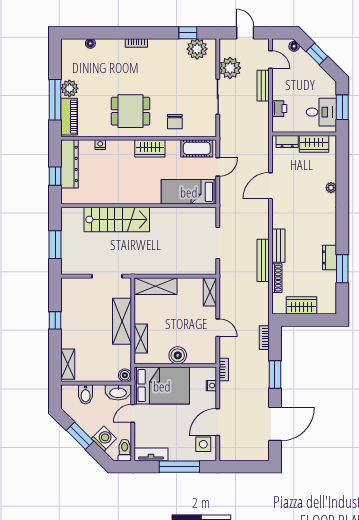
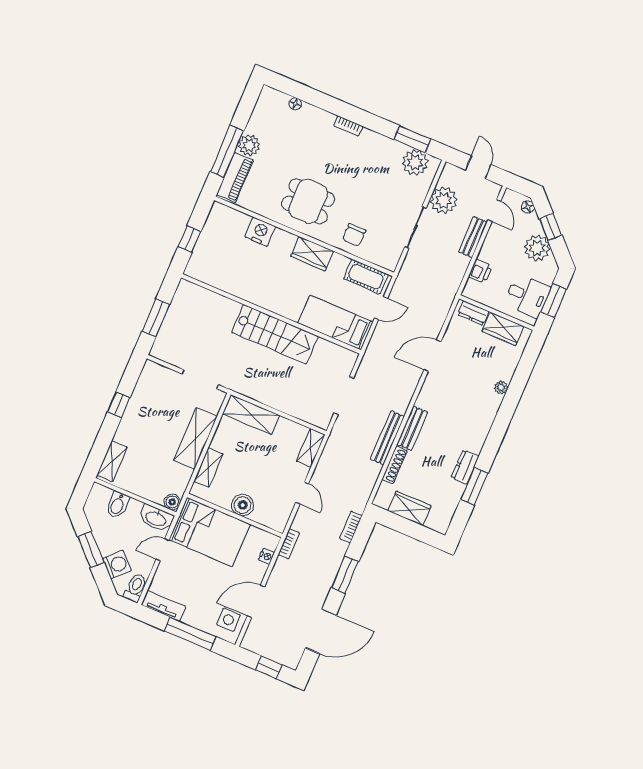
window: (188, 33) -> (412, 139), width x1.50
plant: (314, 74) -> (537, 248), added
nightstand: (100, 145) -> (260, 232), width x1.89, depth x1.79
dresser: (70, 164) -> (212, 232), removed
stairs: (117, 219) -> (275, 334), moved
window: (248, 467) -> (269, 667), added

